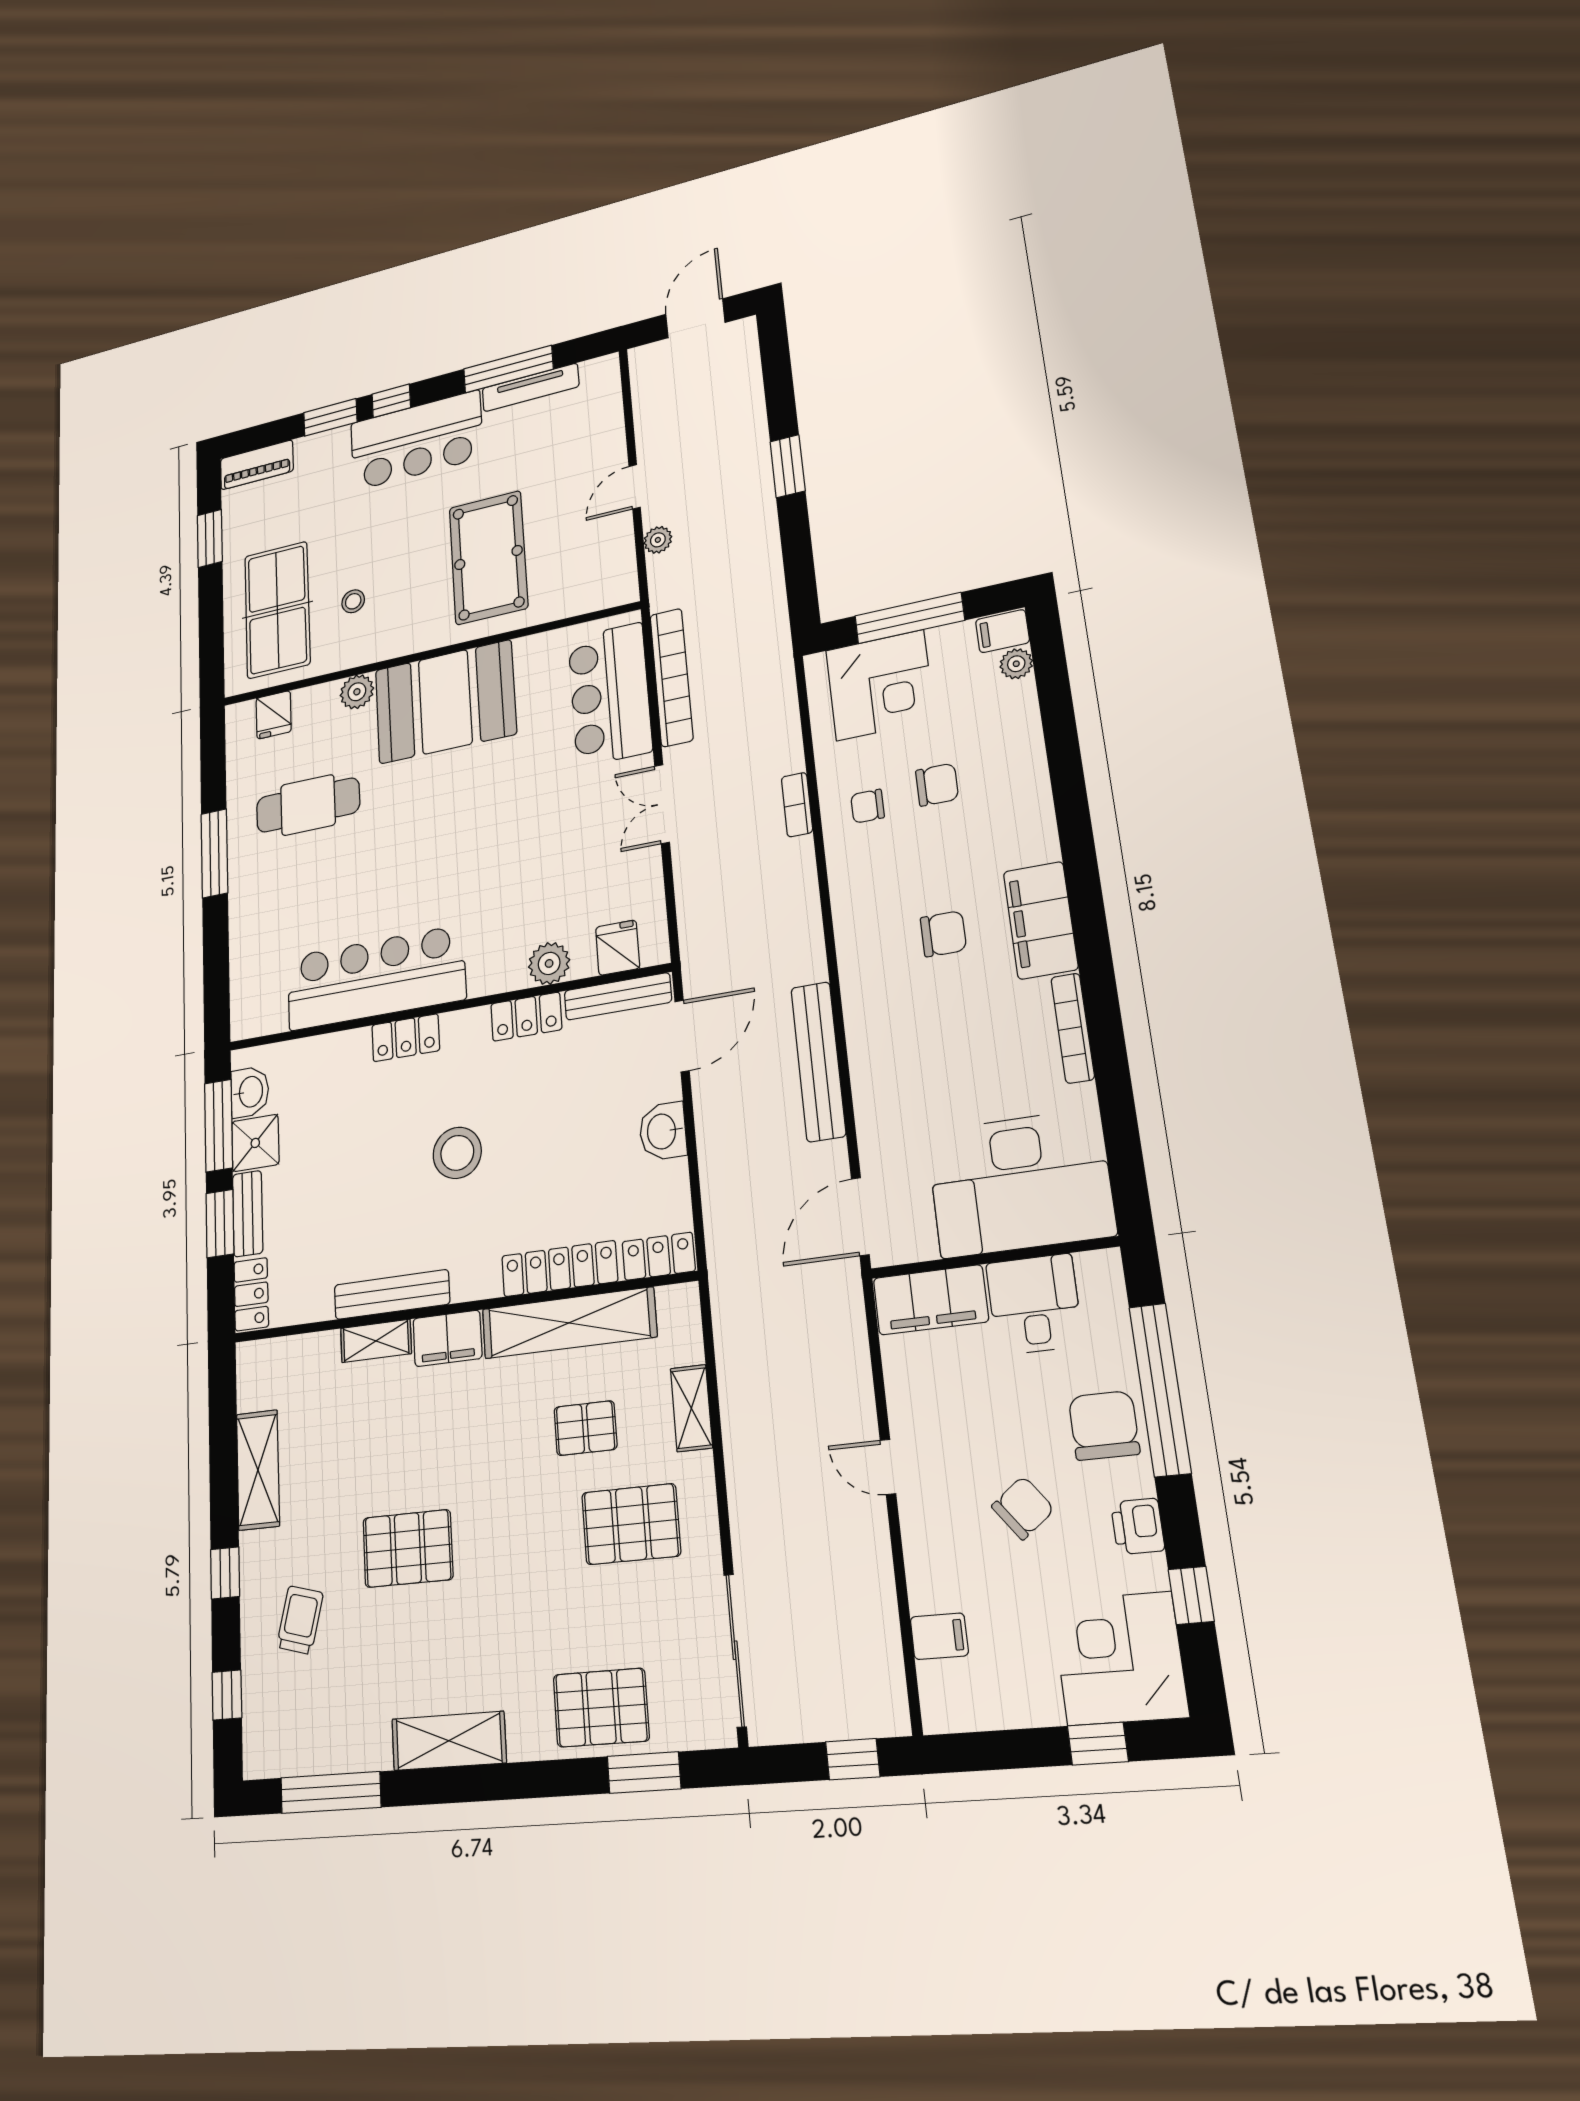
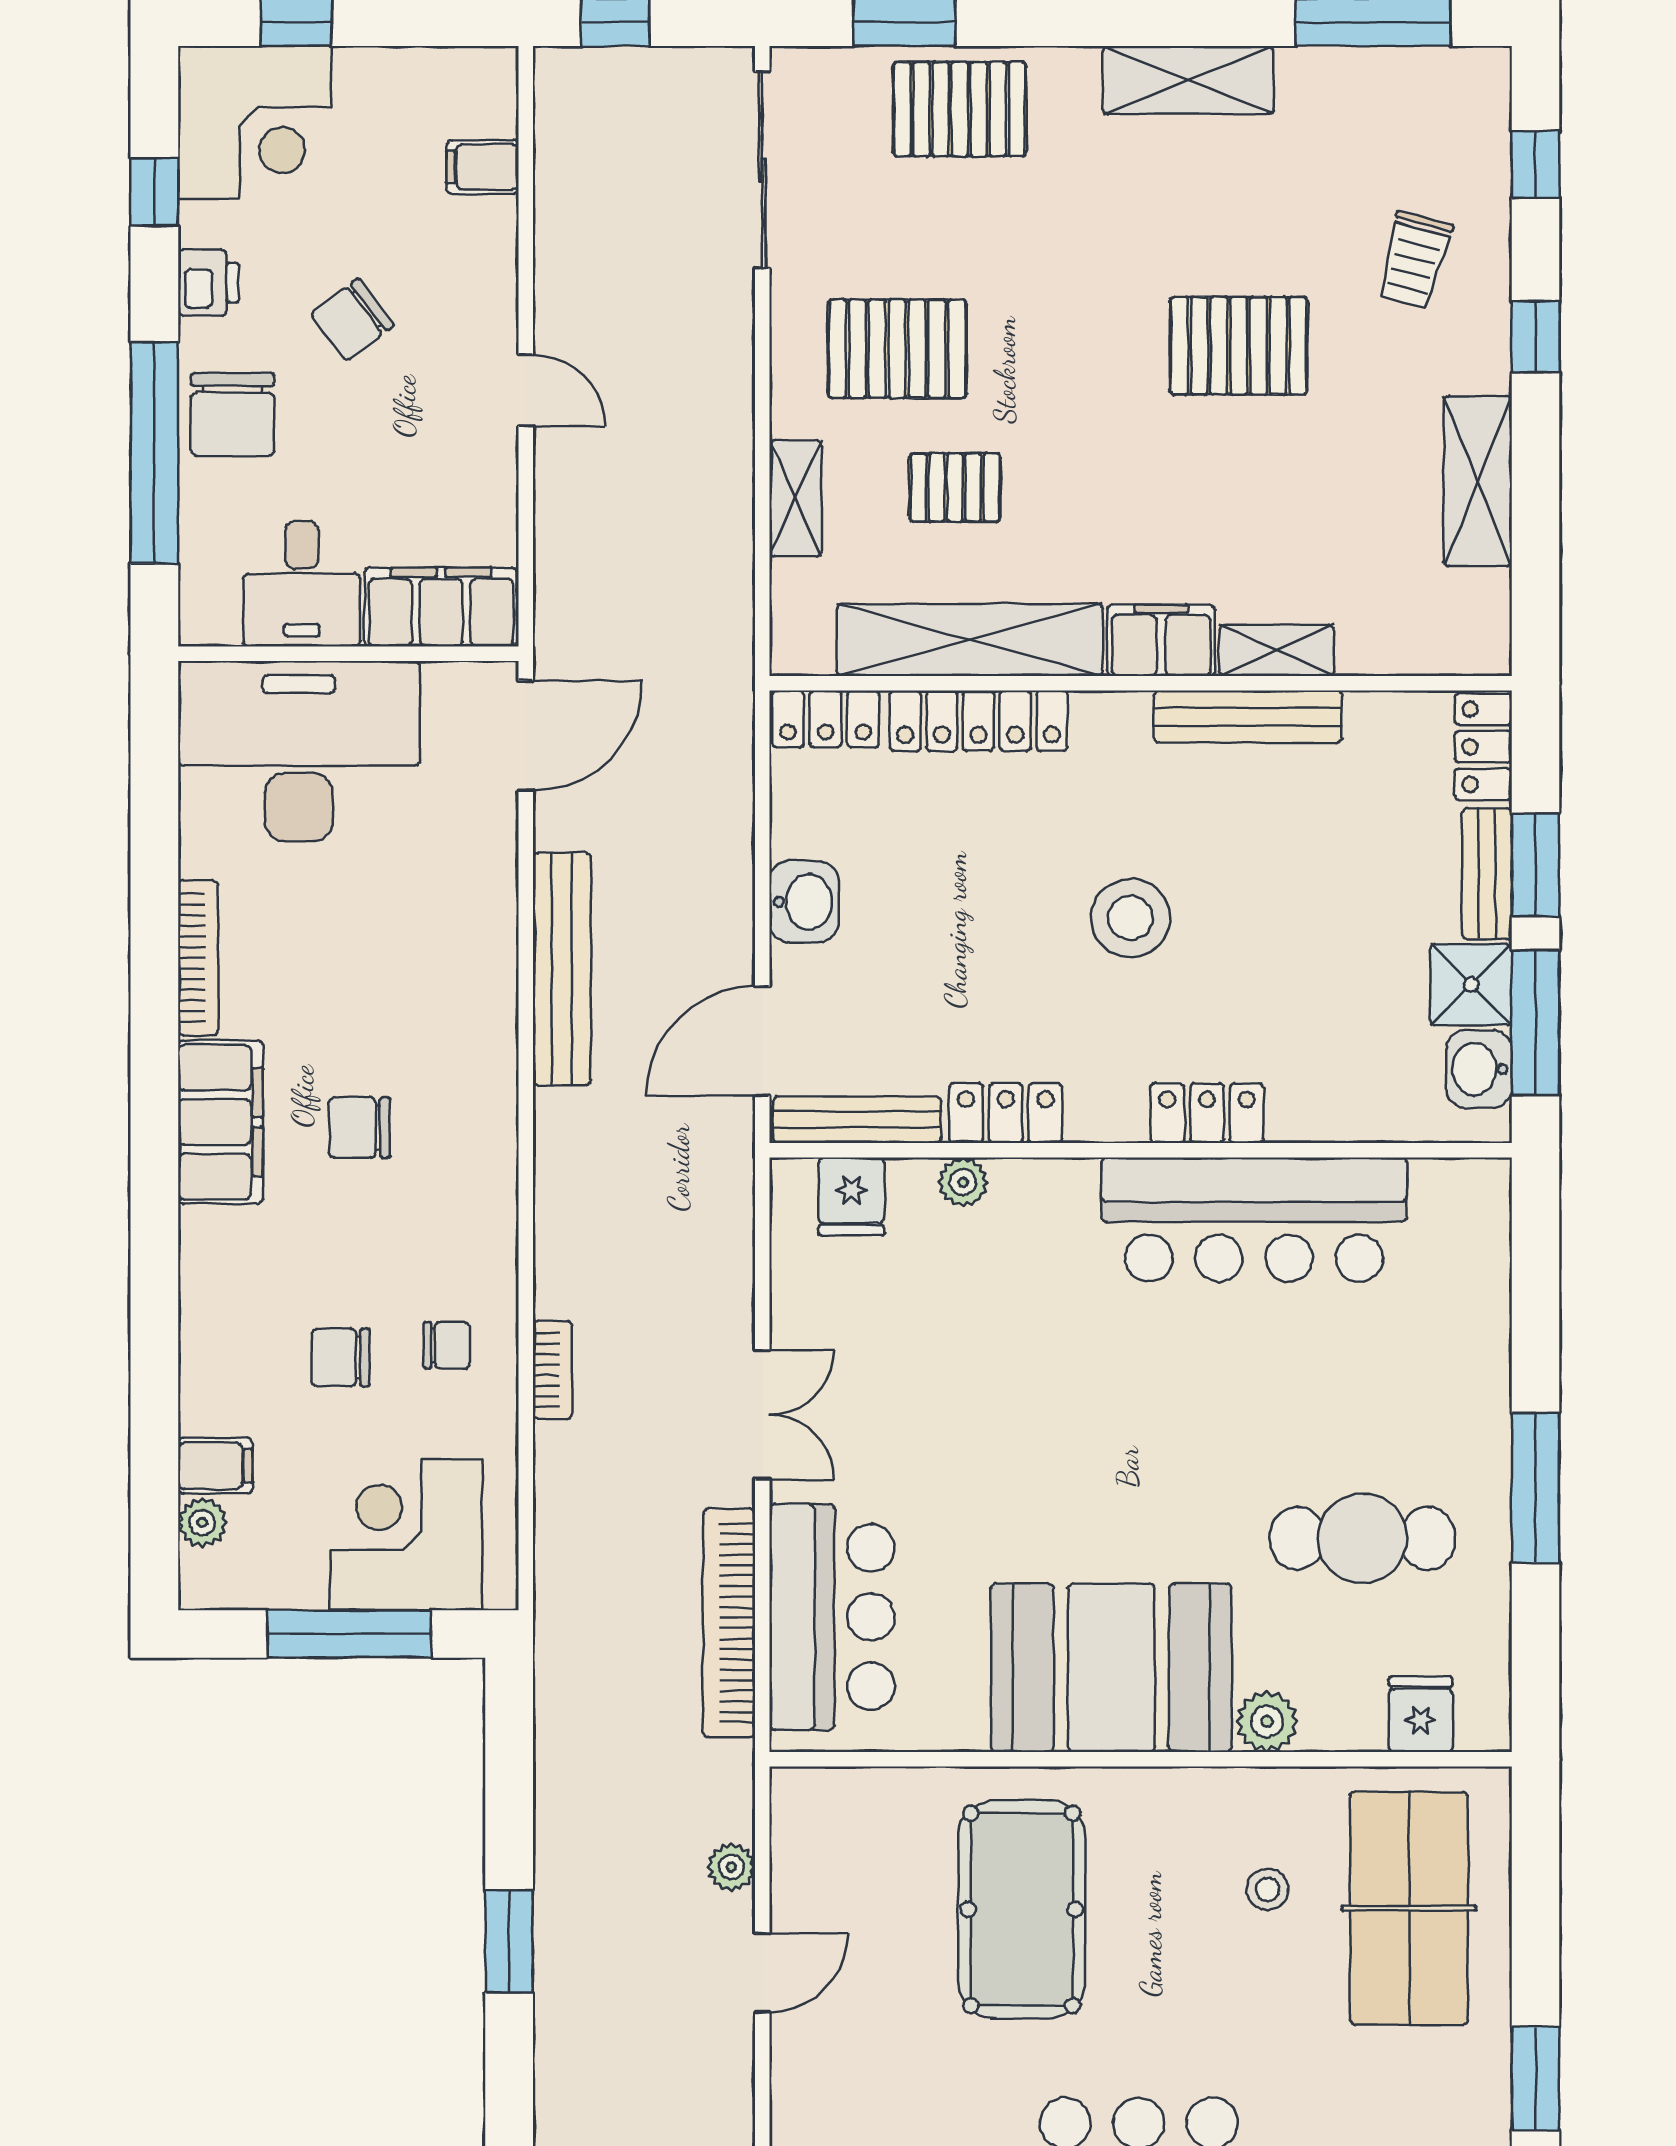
filing cabinet: (1003, 631) -> (215, 1466), moved
plant: (549, 963) -> (963, 1182), width x0.73, depth x0.73

